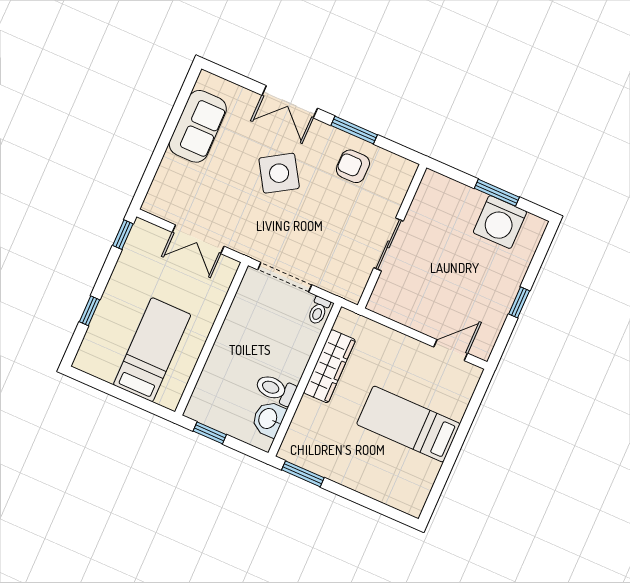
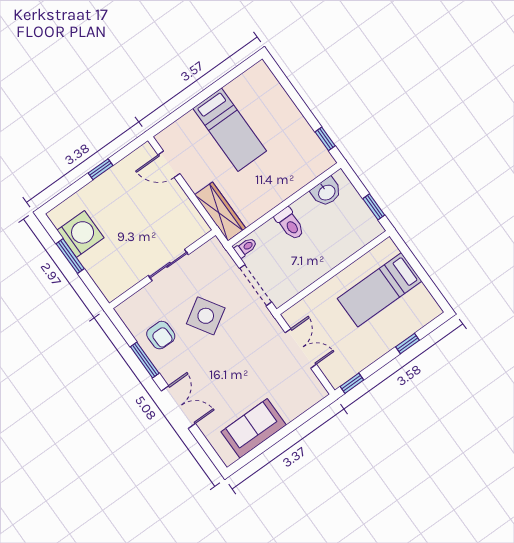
side table: (279, 173) -> (206, 316), moved
wardrobe: (329, 366) -> (220, 212), moved, turned 90
toilet: (276, 389) -> (290, 224), moved
window: (303, 474) -> (325, 139), width x0.67

